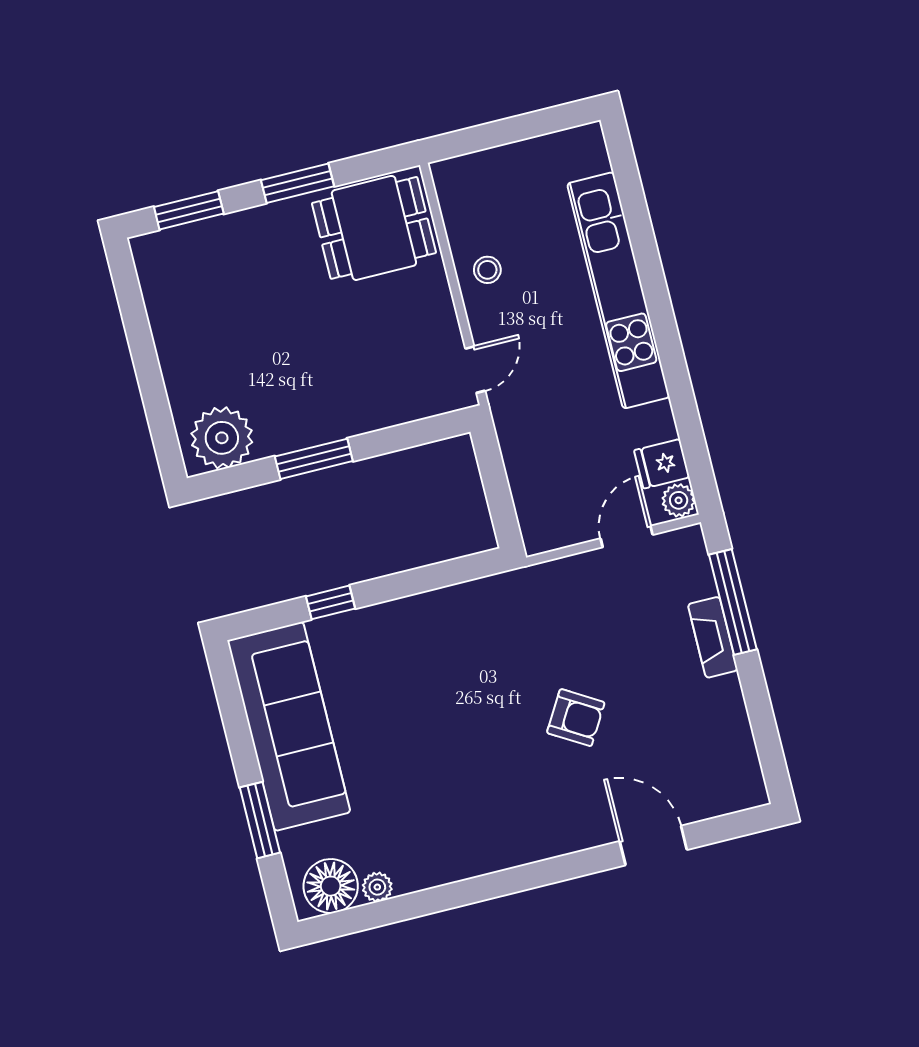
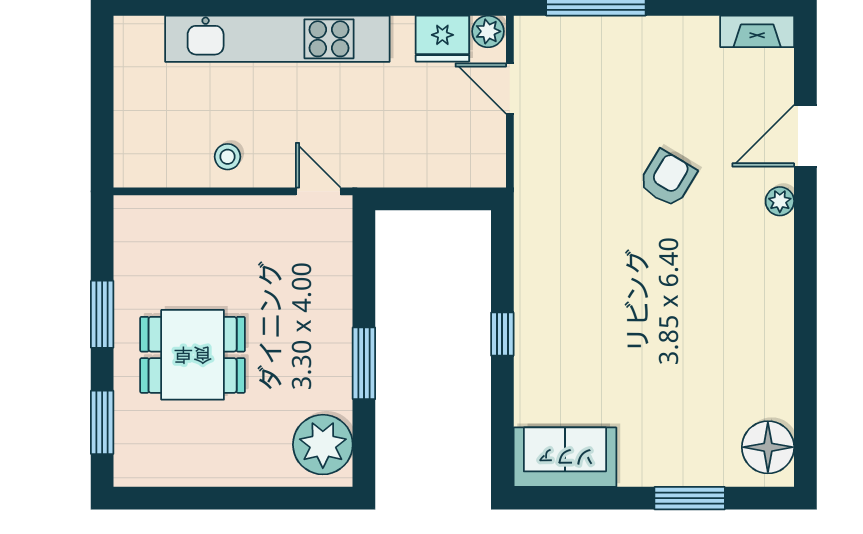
dining table: (374, 228) -> (193, 355), moved, turned 90
fridge: (662, 464) -> (442, 39), width x1.38
window: (331, 602) -> (502, 334), moved
fireplace: (713, 637) -> (757, 31), moved
sofa: (289, 726) -> (565, 457), width x0.54, depth x0.79
plant: (377, 887) -> (780, 201), moved

